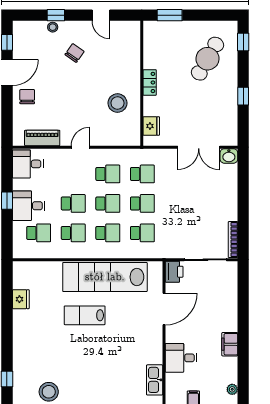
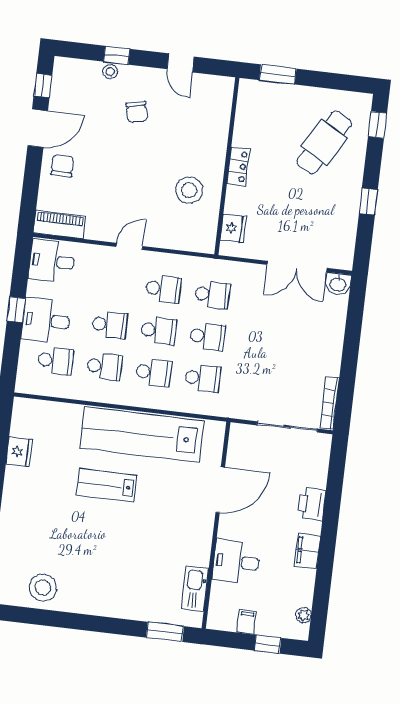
chair: (75, 53) -> (137, 112), turned 131
piano: (42, 138) -> (59, 225), moved
printer: (174, 272) -> (312, 504), moved, turned 180

